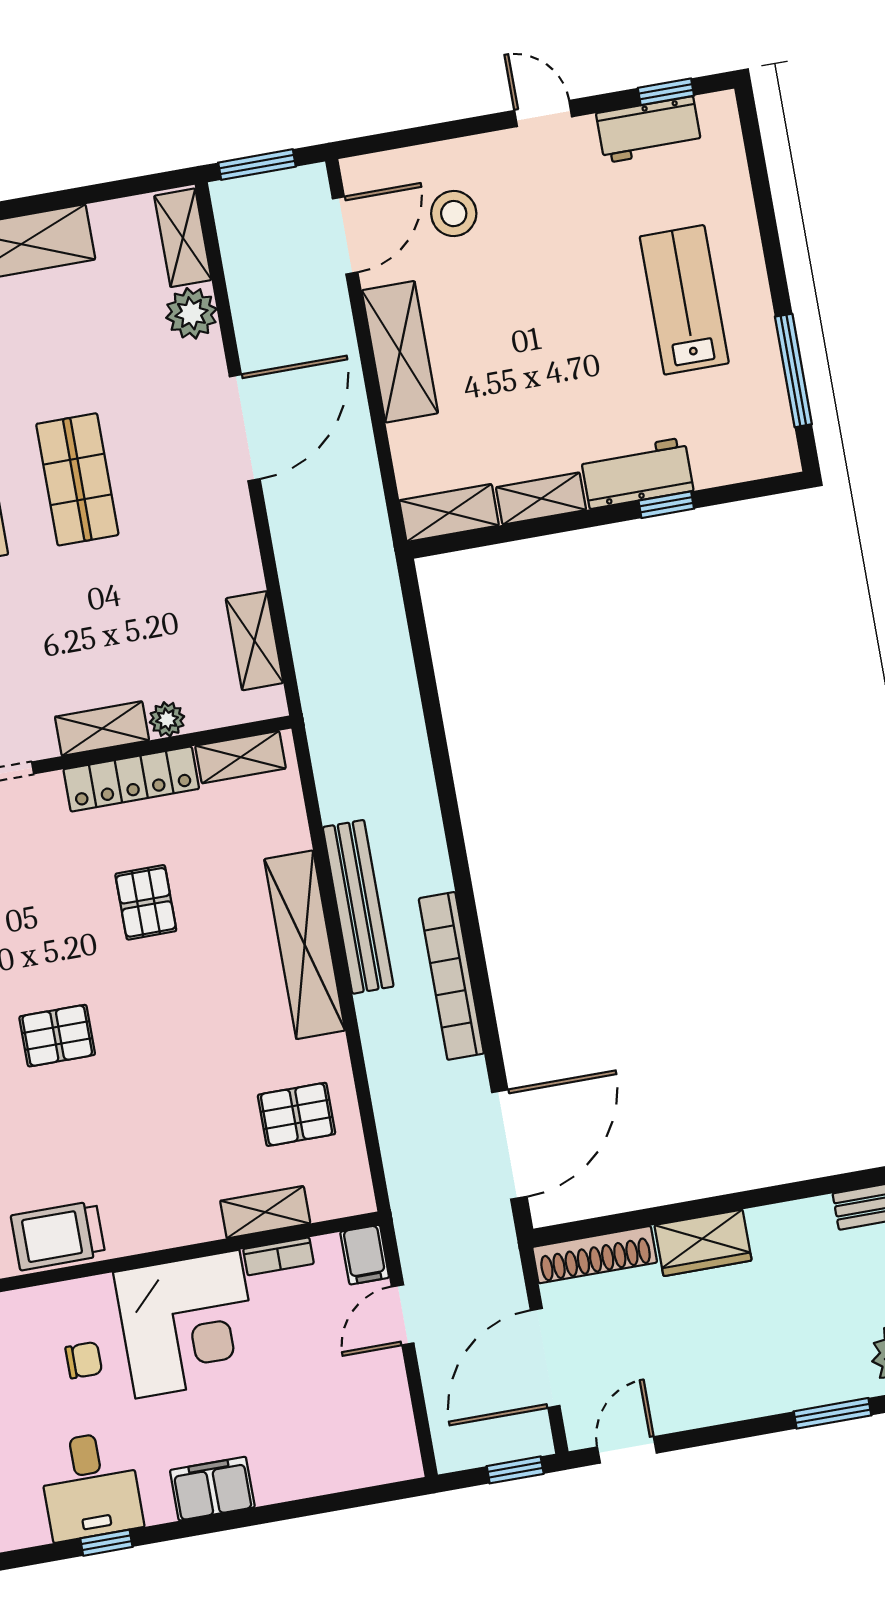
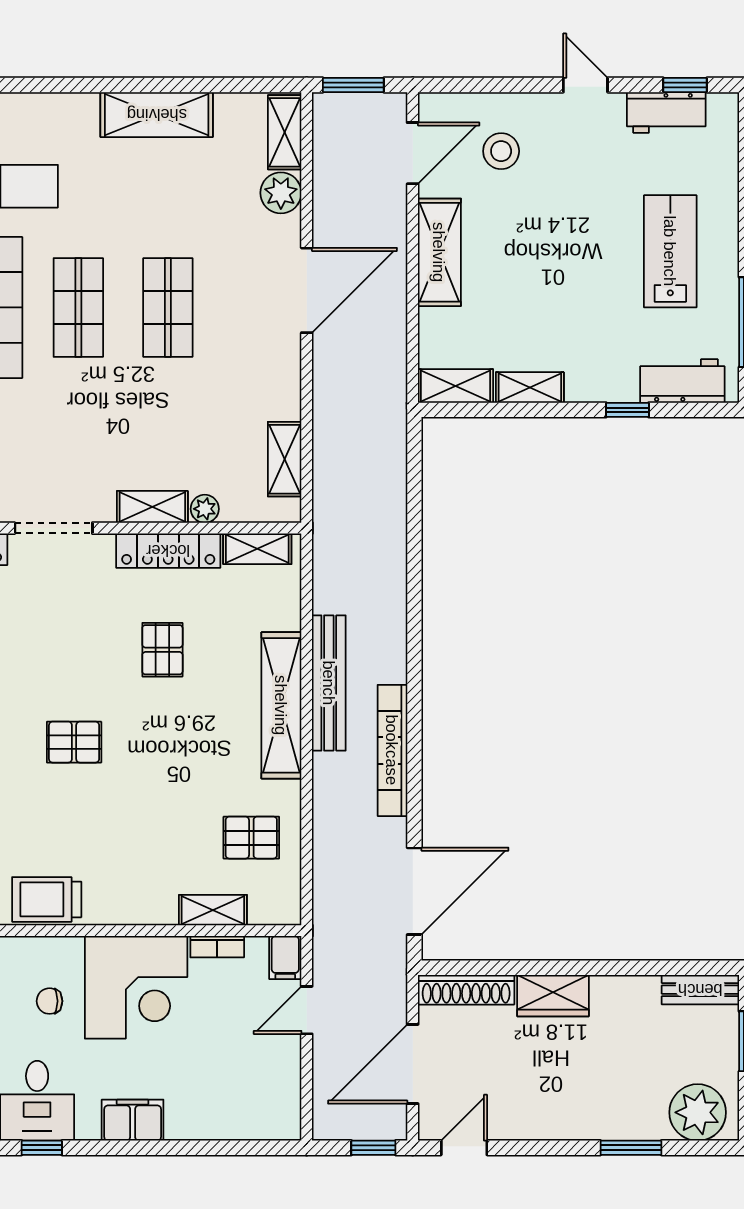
workbench: (637, 473) -> (682, 381), moved
chair: (84, 1360) -> (50, 1001), turned 180

